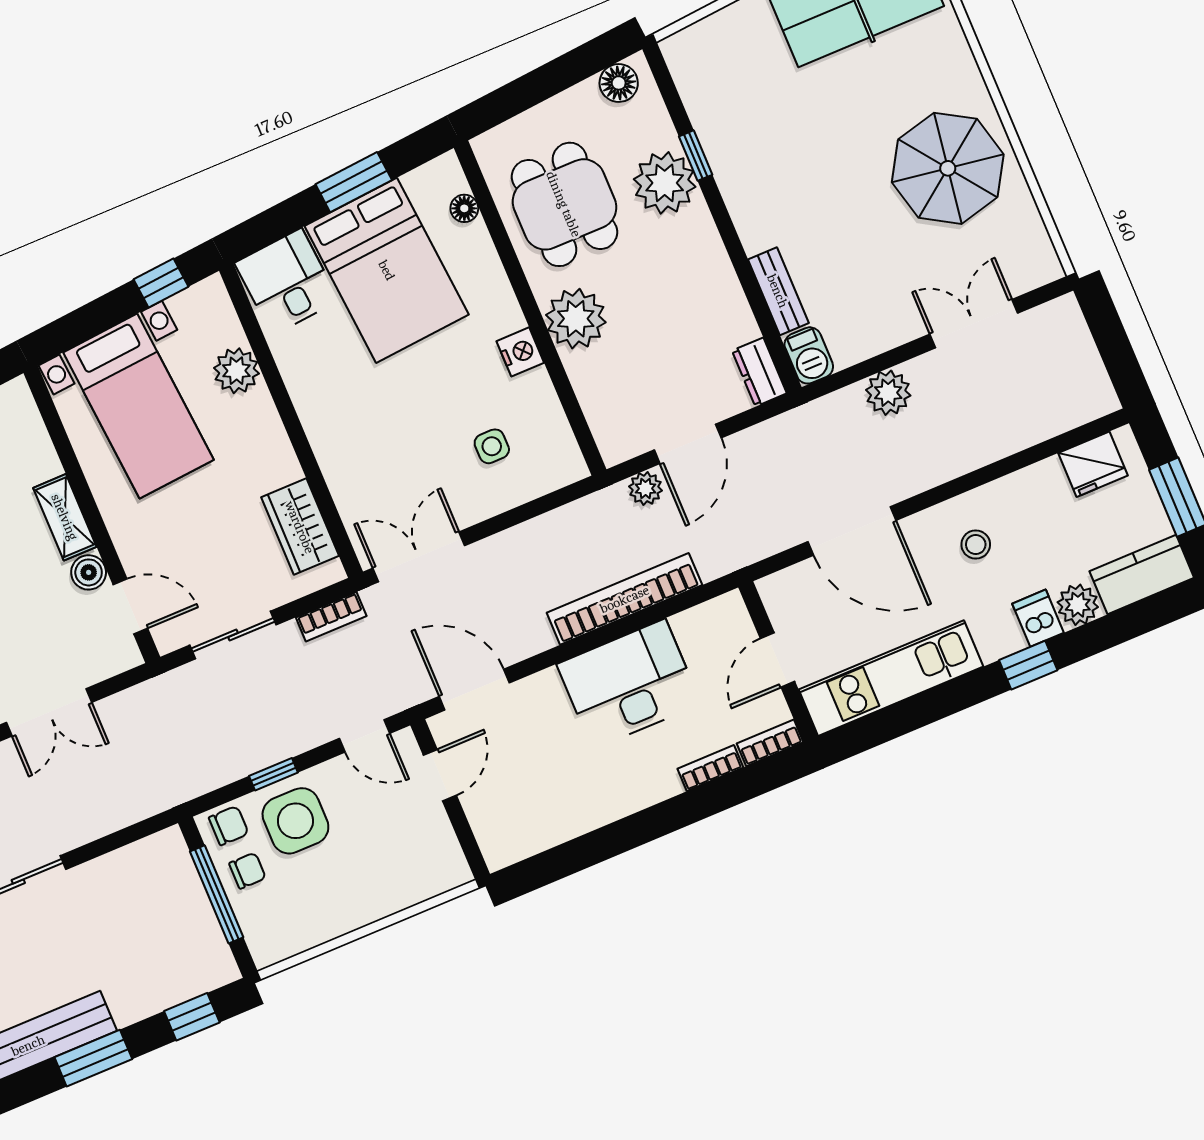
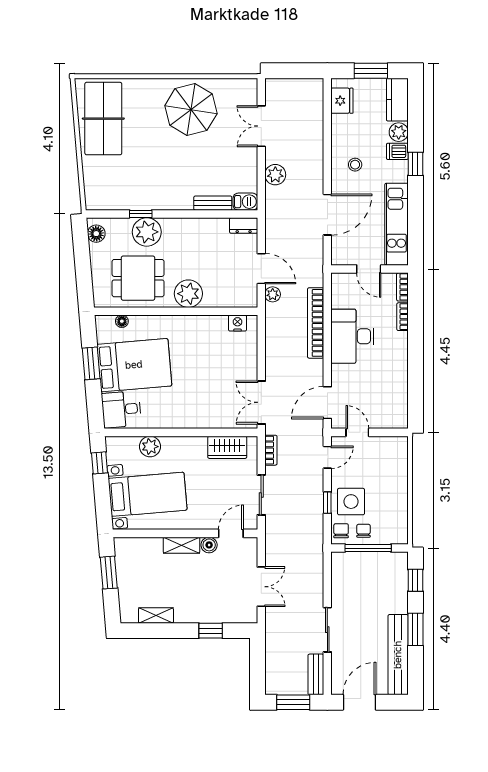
nightstand: (520, 352) -> (238, 323), moved
side table: (492, 446) -> (227, 352), removed

